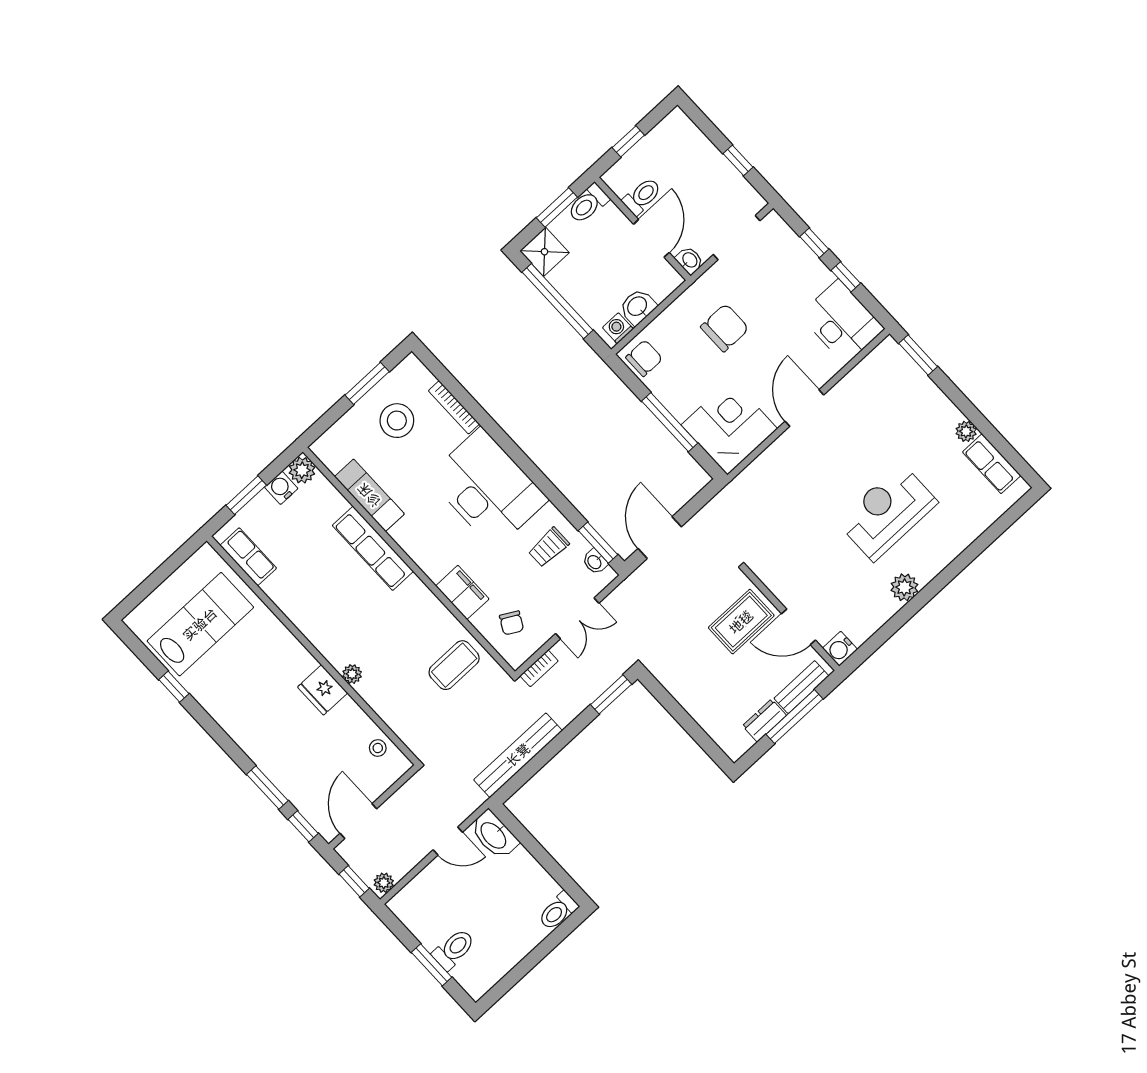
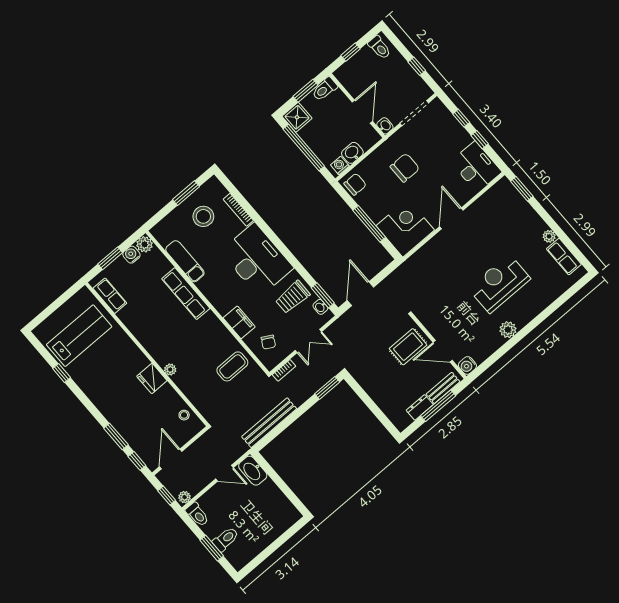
toilet: (642, 196) -> (379, 47), moved, turned 90
trolley: (549, 547) -> (293, 297), width x1.36, depth x1.39
toilet: (558, 911) -> (197, 514), moved, turned -90

